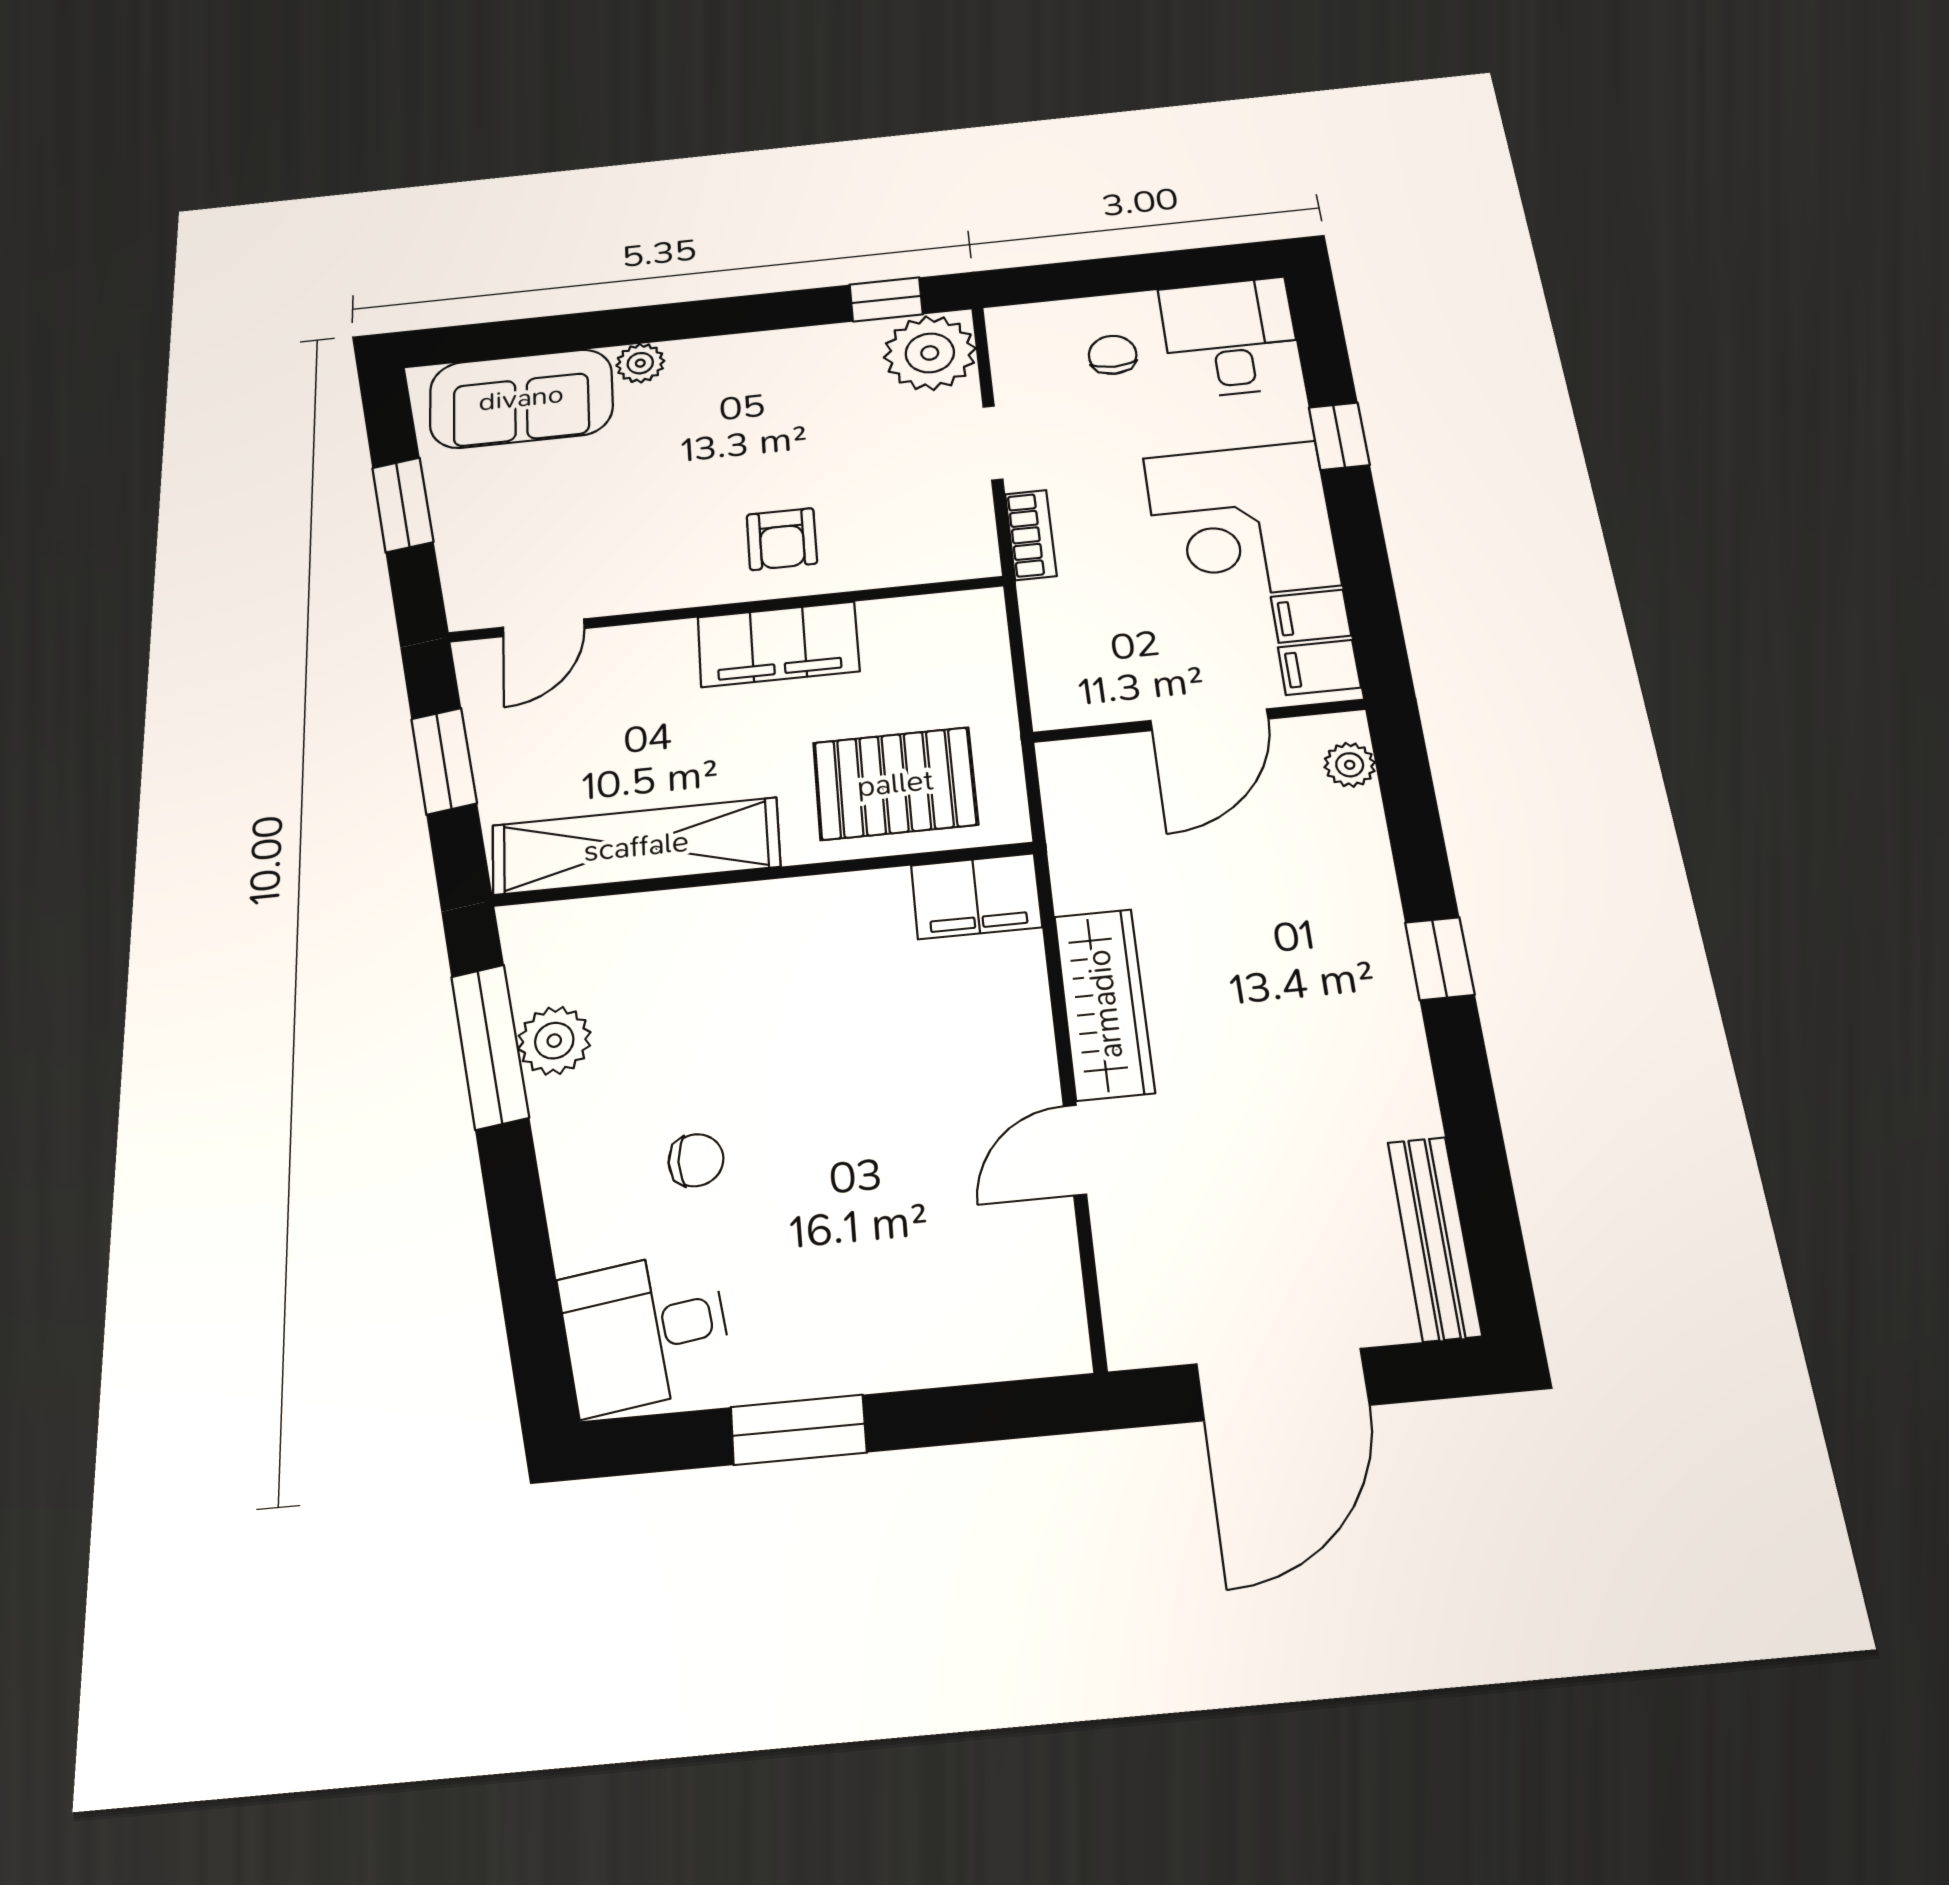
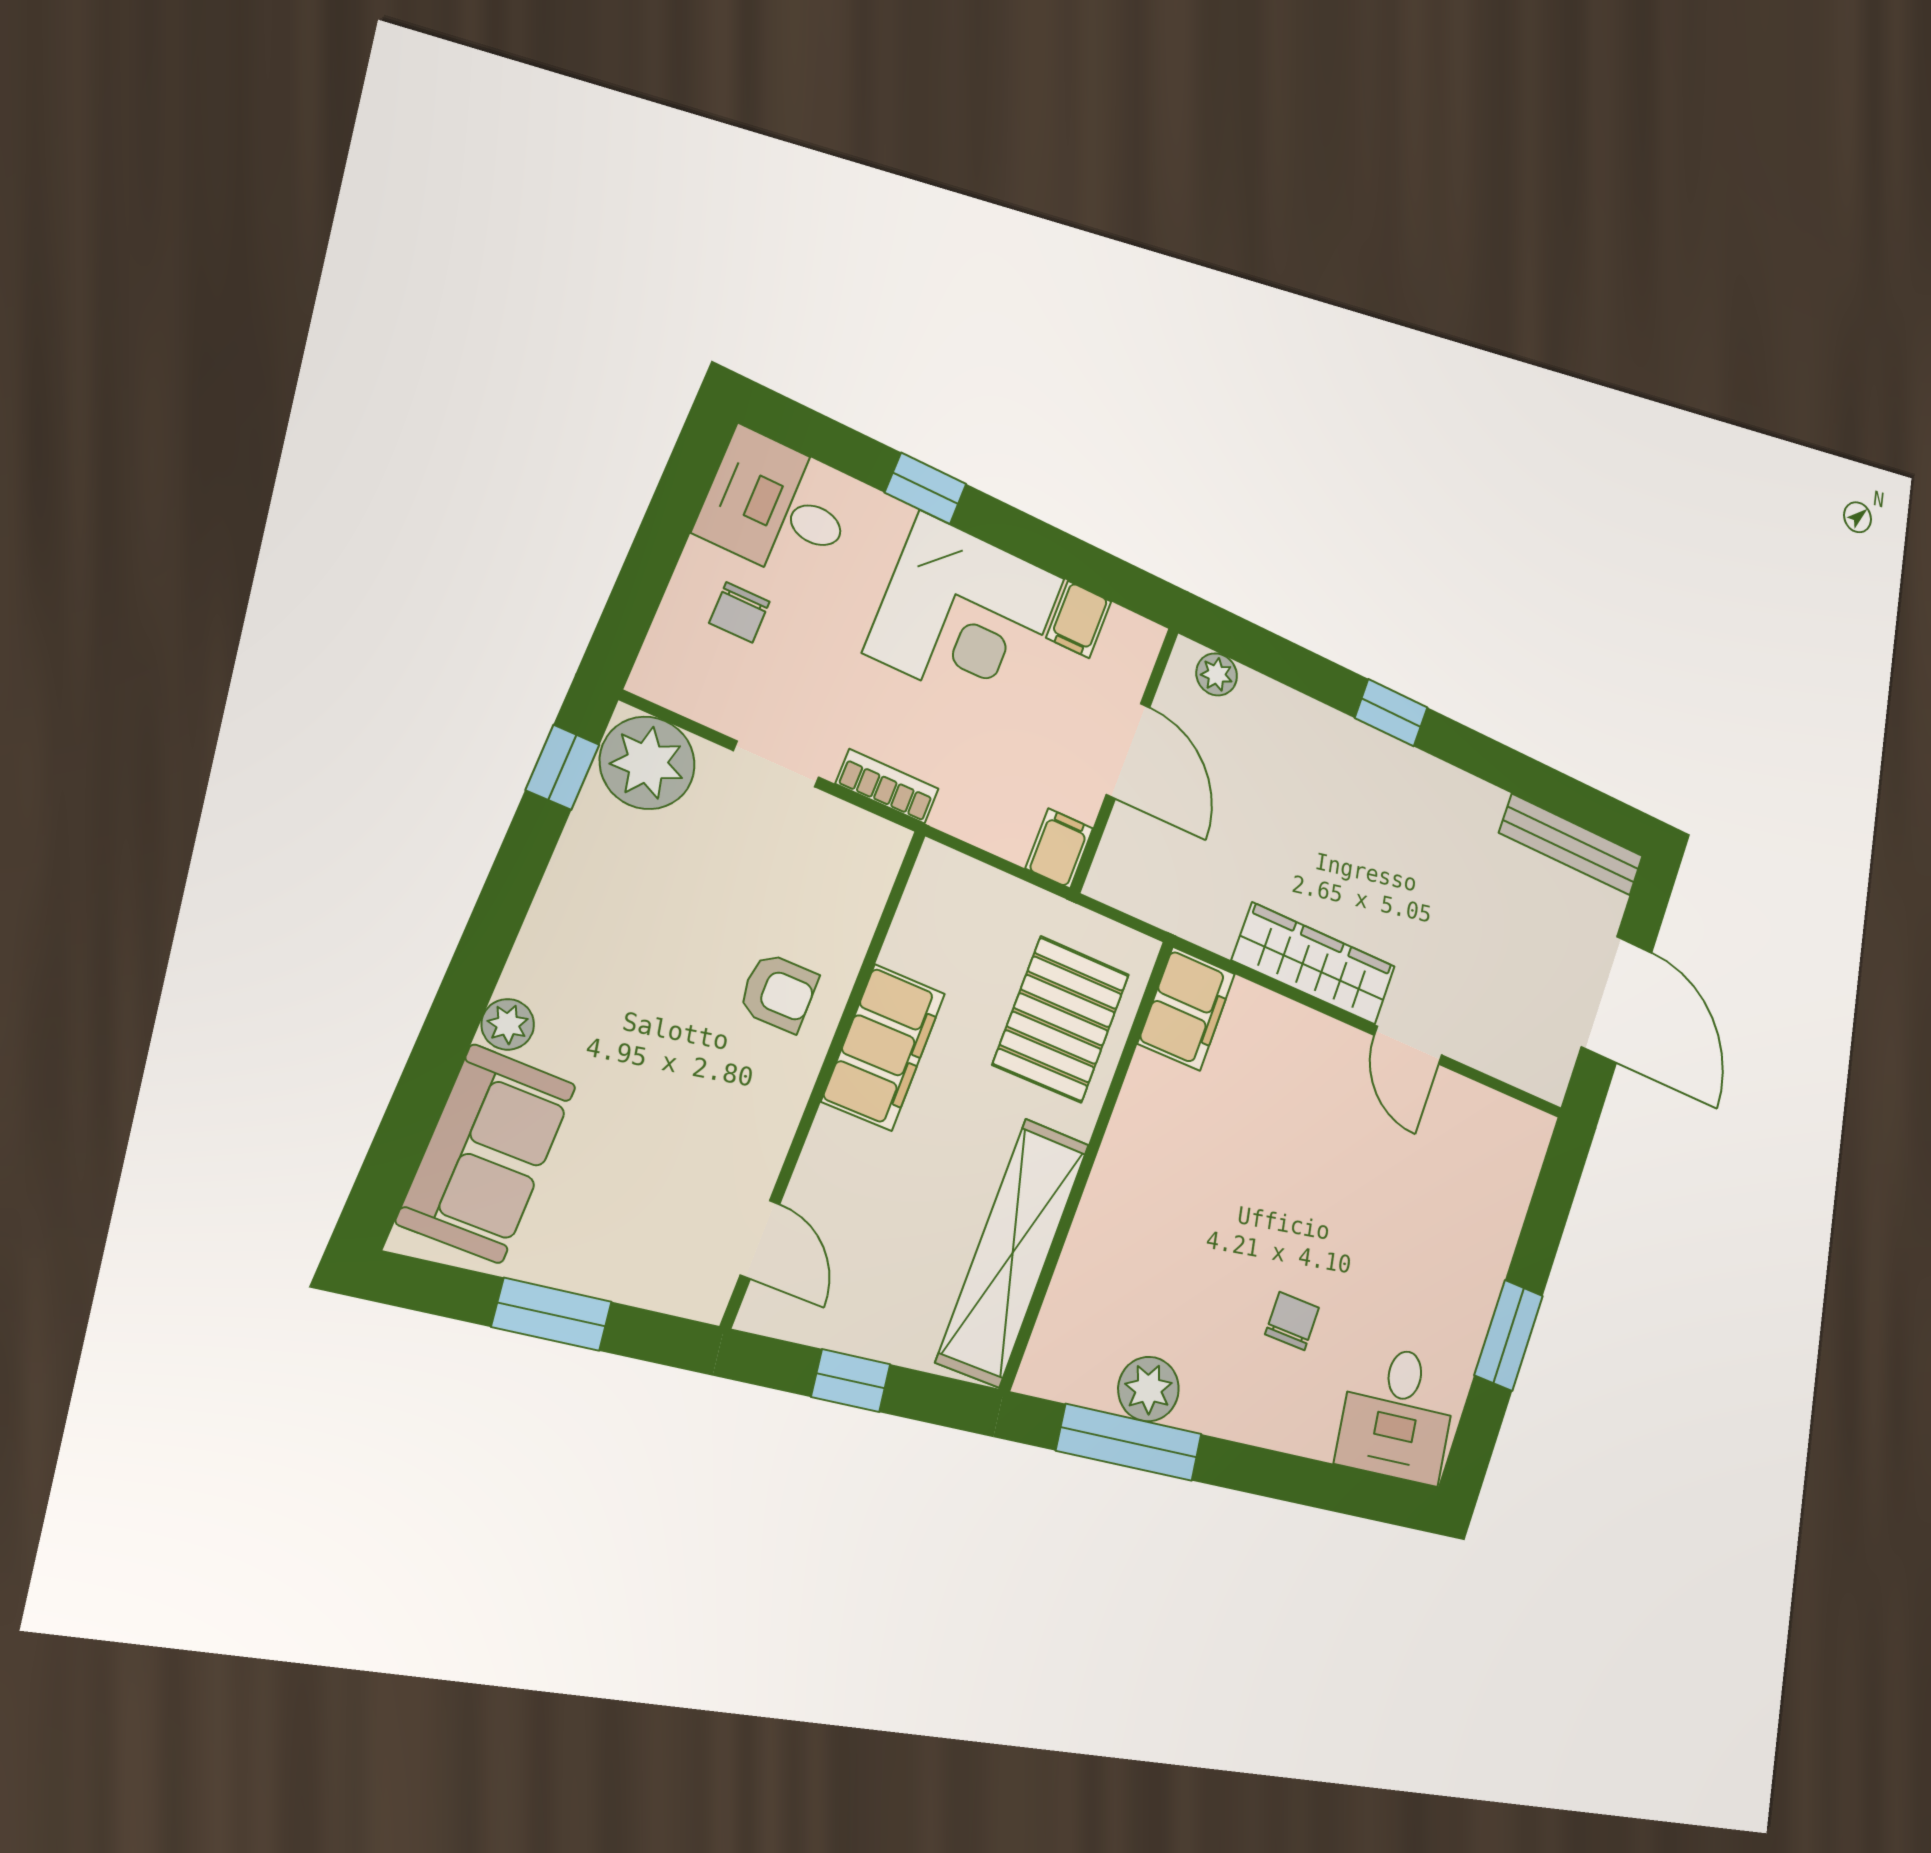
chair: (1113, 355) -> (739, 612), turned -90
filing cabinet: (1319, 667) -> (1059, 848), moved, turned 180
window: (444, 761) -> (851, 1381), width x0.67

